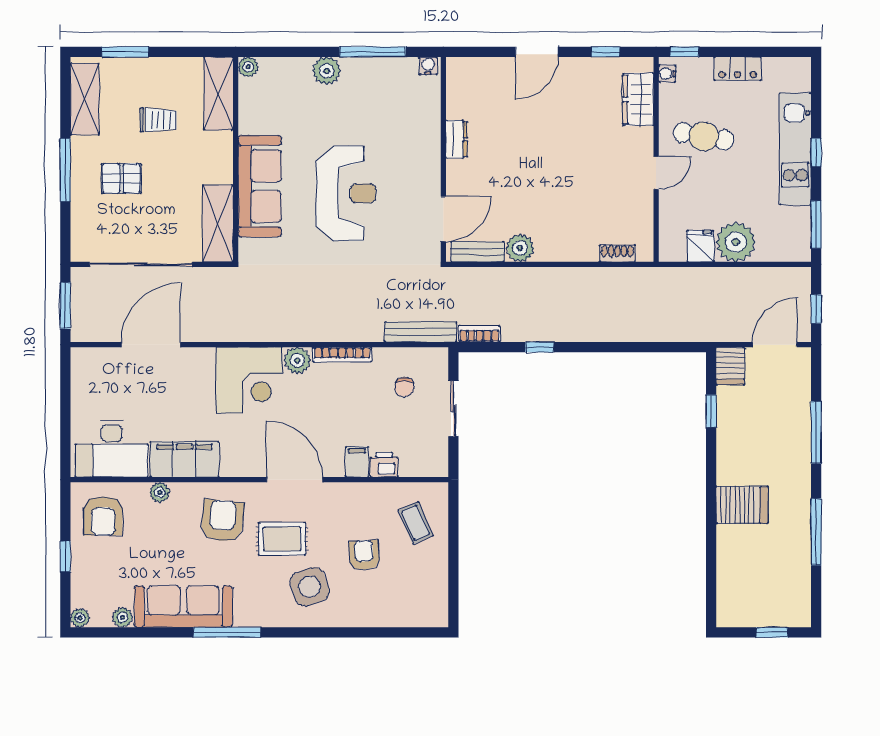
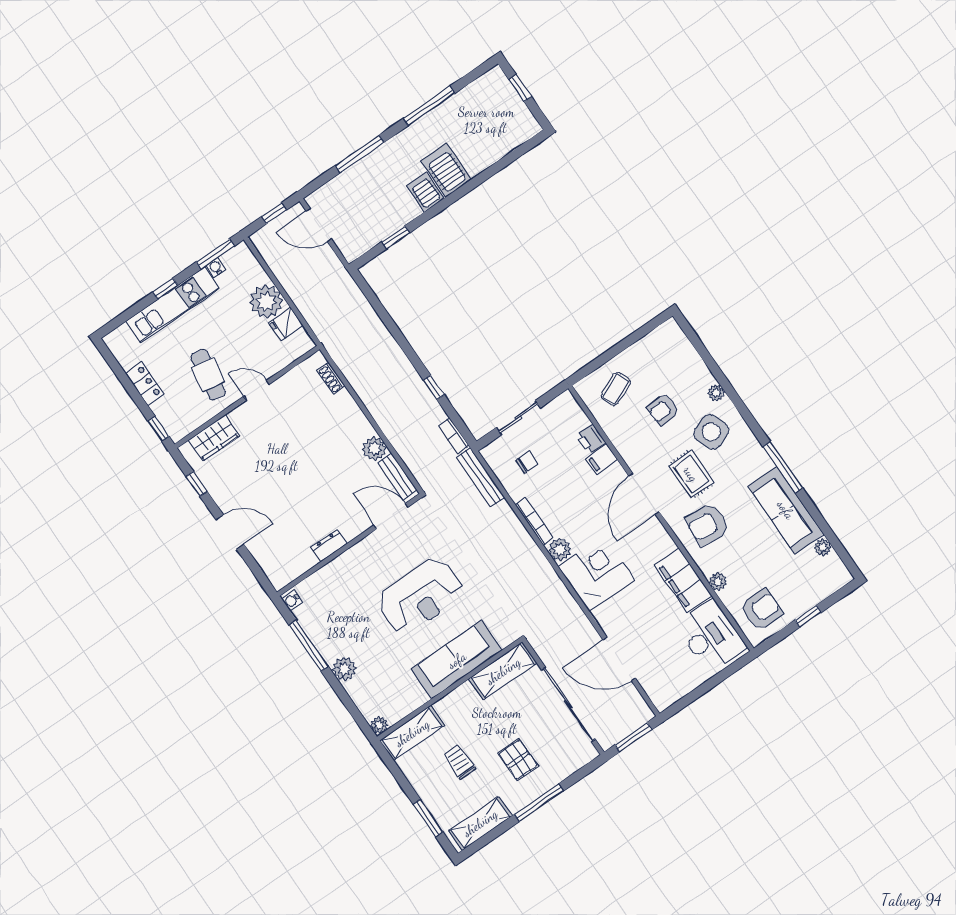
water cooler: (667, 74) -> (216, 268), moved, turned 180
reception desk: (346, 193) -> (420, 596), turned 180
server rack: (730, 366) -> (425, 192), moved, turned -90
plant: (80, 618) -> (716, 393), moved

